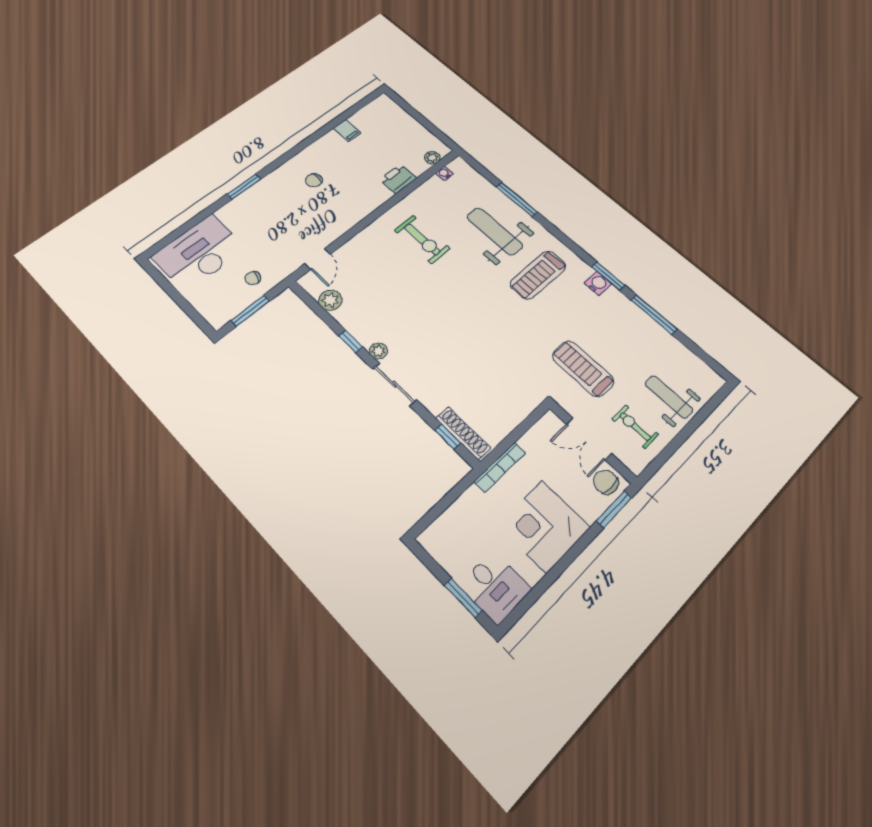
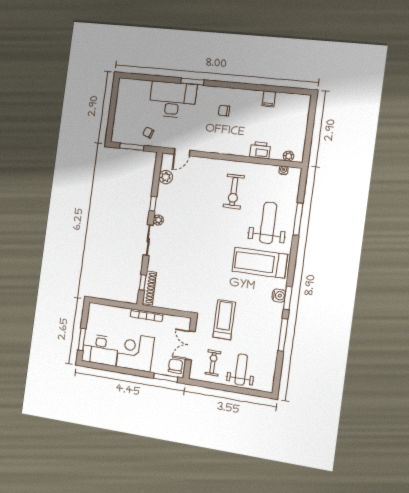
desk: (199, 253) -> (173, 100), moved
treadmill: (538, 275) -> (260, 263), width x1.37, depth x1.38
desk: (495, 587) -> (100, 350), width x1.37

